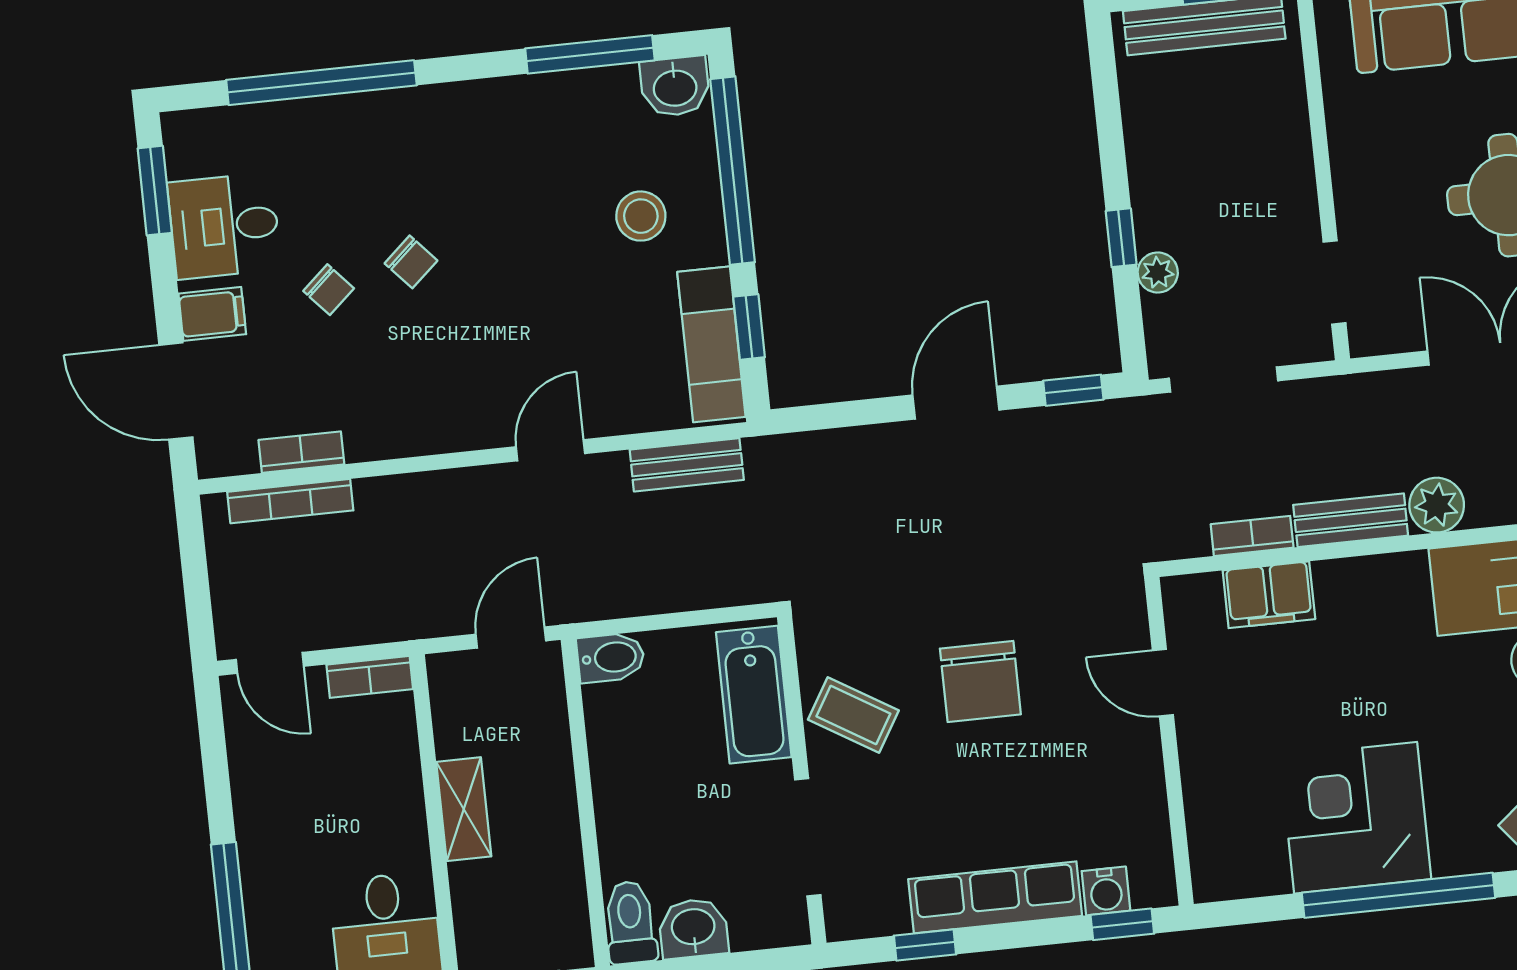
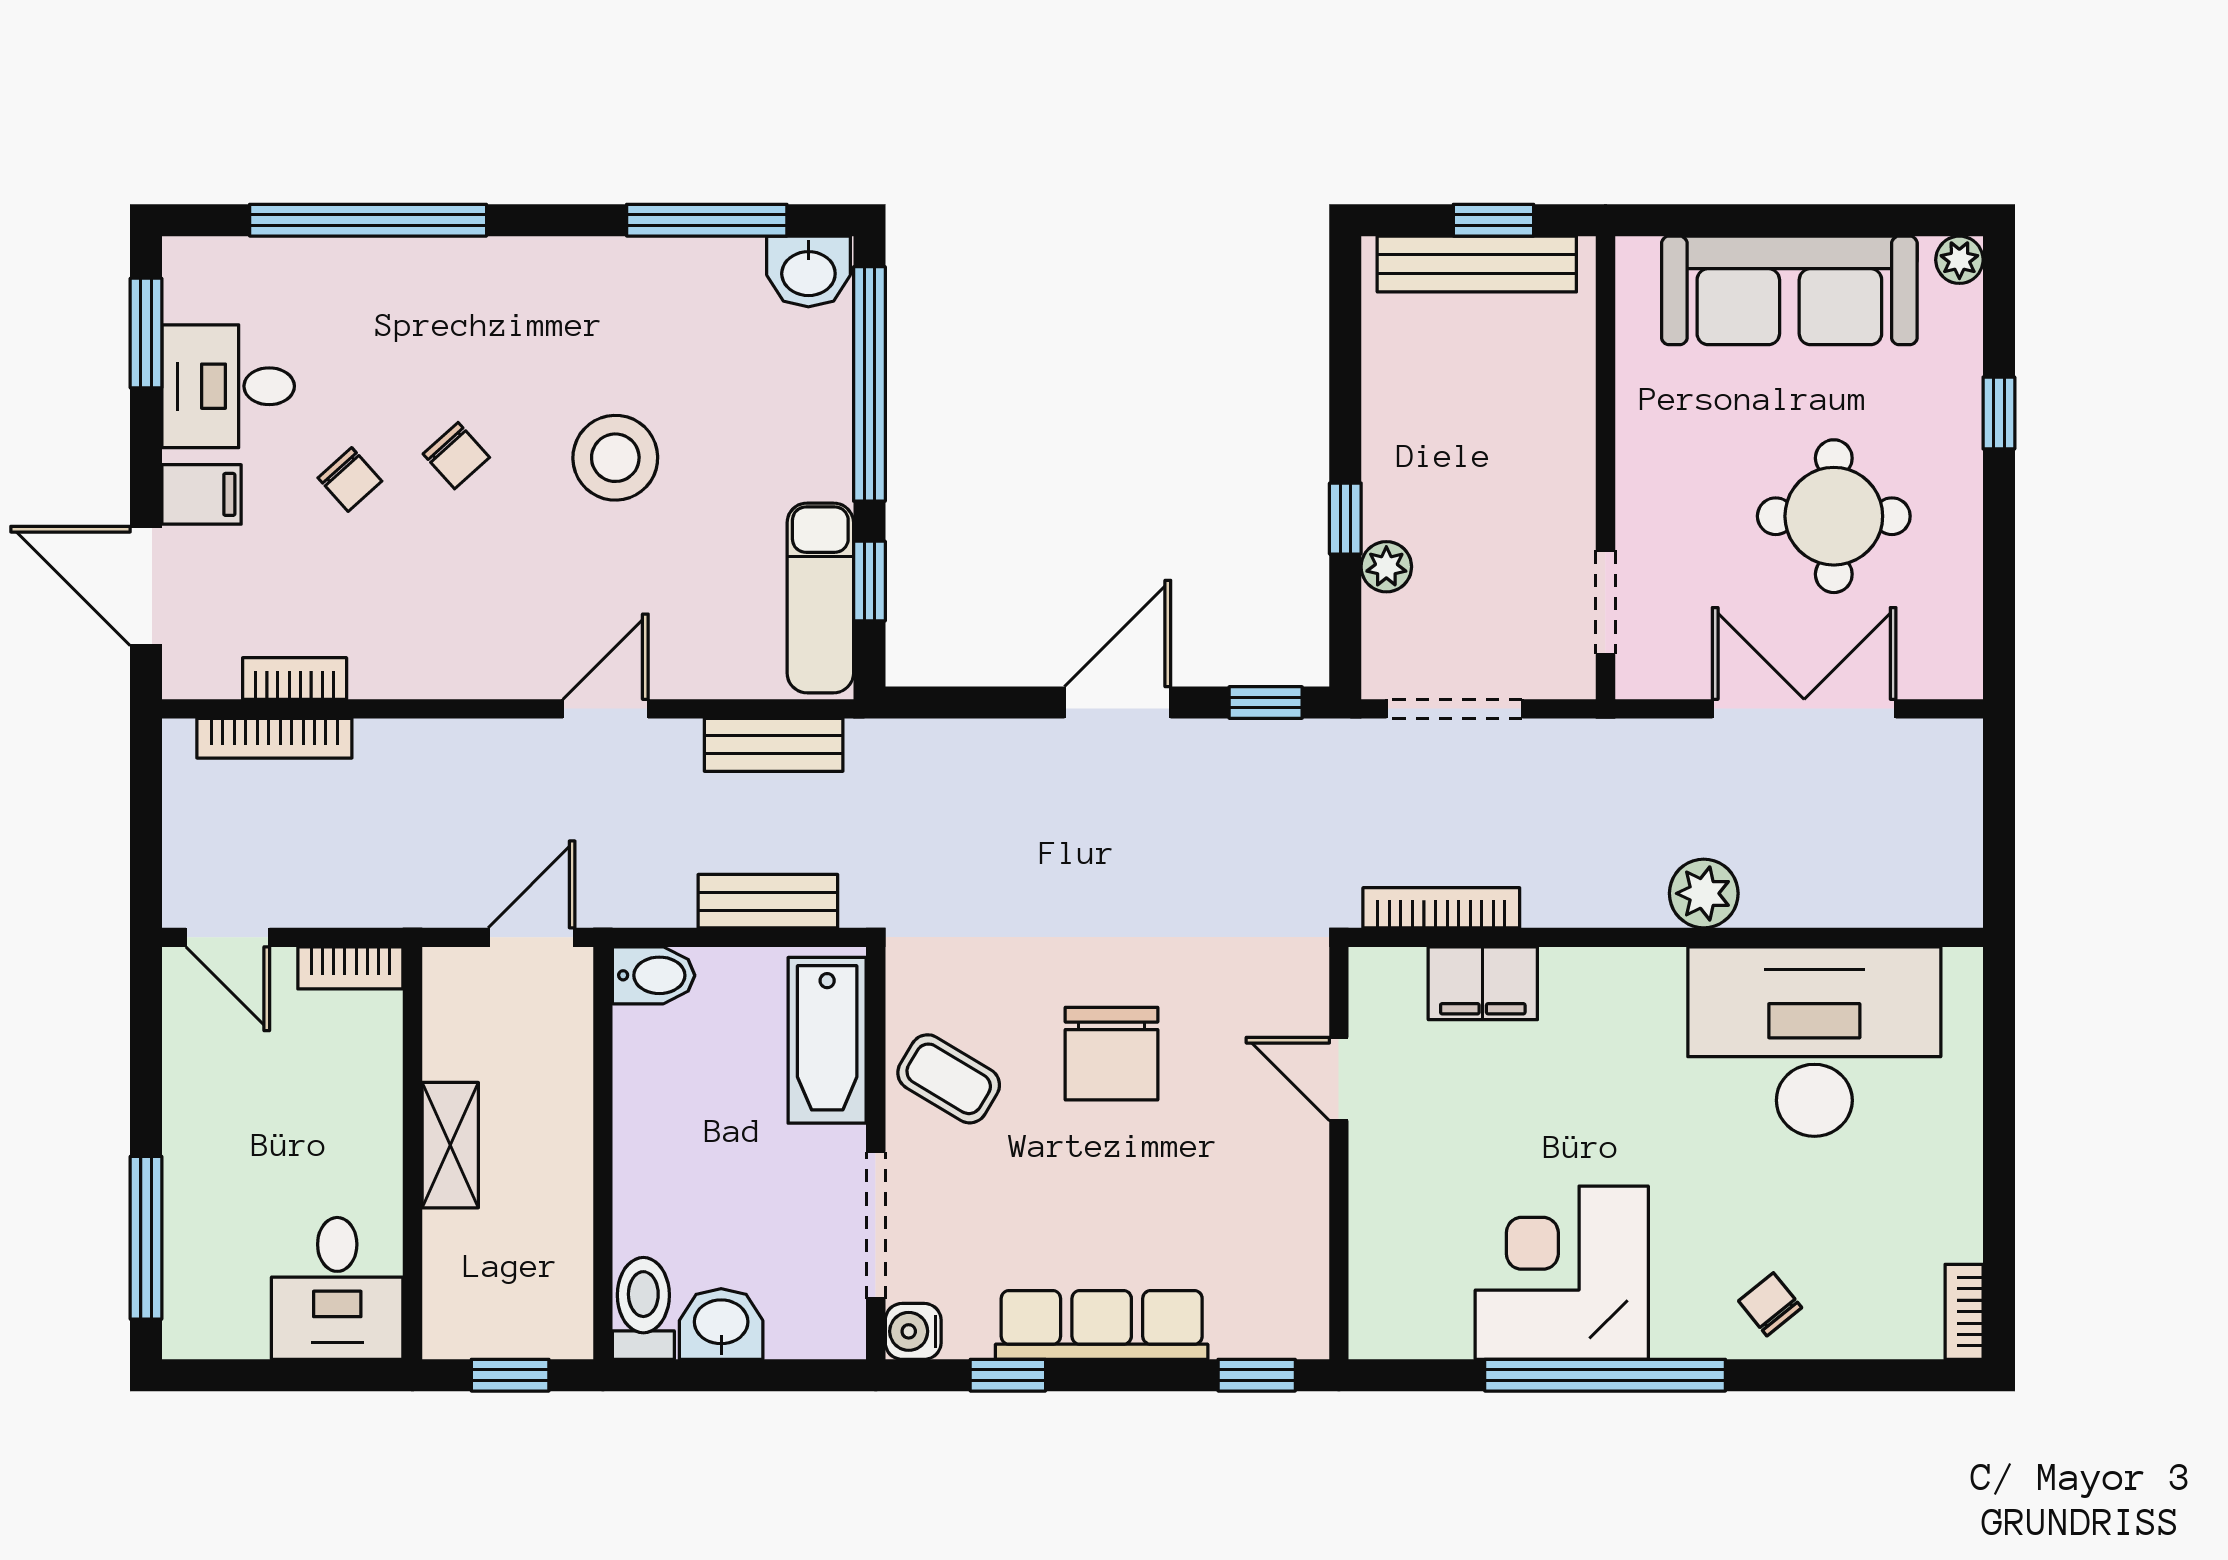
stool: (641, 216) -> (615, 458), moved, width x1.38, depth x1.38
bench: (1351, 520) -> (768, 901), moved
bookcase: (1252, 536) -> (1441, 908), width x1.56
water cooler: (1106, 891) -> (913, 1331), moved, turned 90

